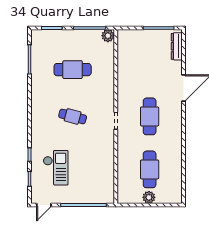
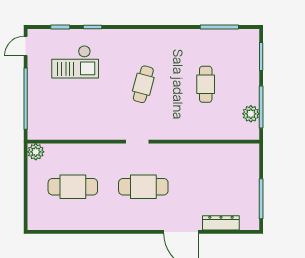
plant: (108, 36) -> (251, 114), moved
dresser: (177, 46) -> (221, 223), moved
cafe table: (73, 70) -> (206, 84), width x0.73, depth x0.74
plant: (149, 197) -> (36, 152), moved
door: (44, 205) -> (26, 46), hinge flipped

